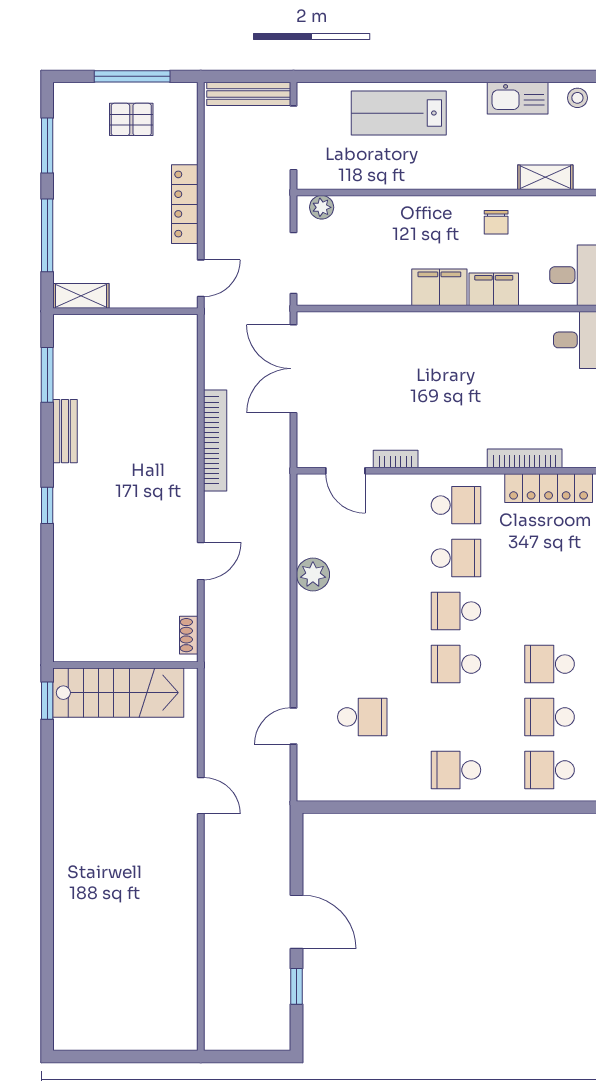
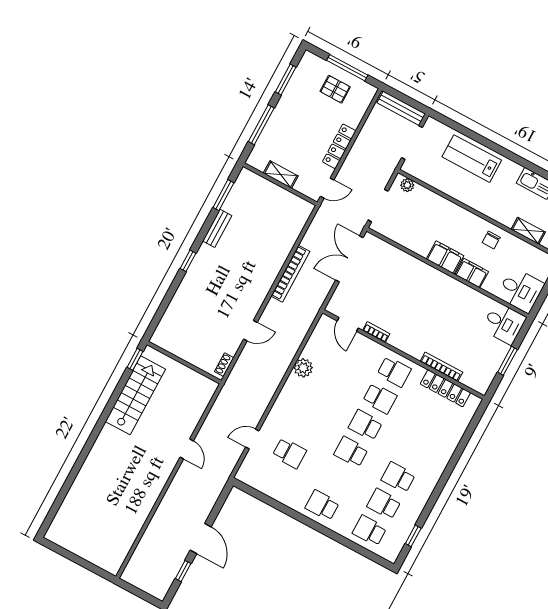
shelving: (81, 296) -> (281, 175), moved
stairs: (118, 693) -> (135, 395), moved, turned -90

